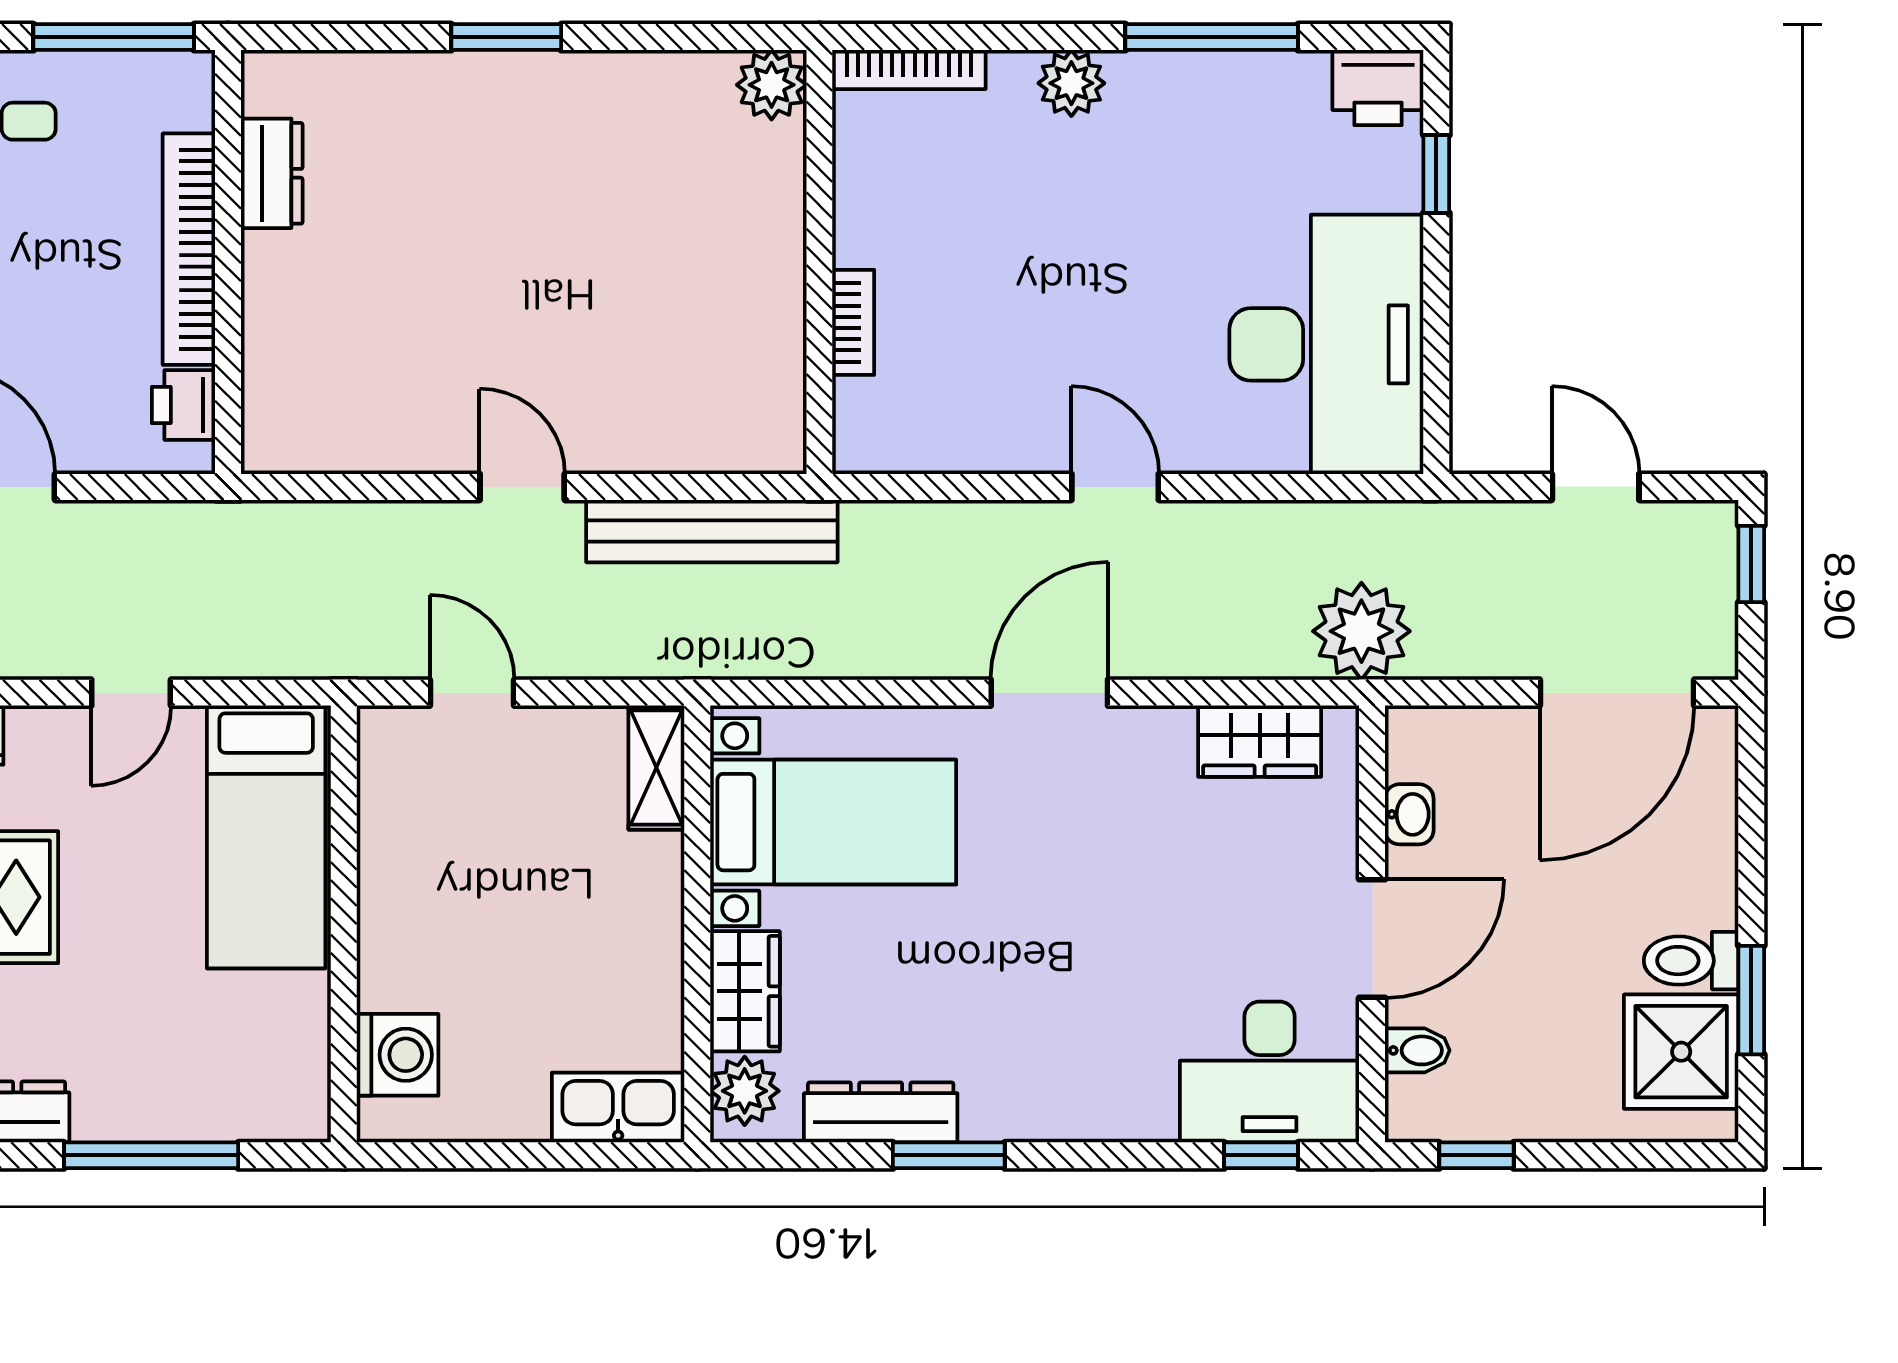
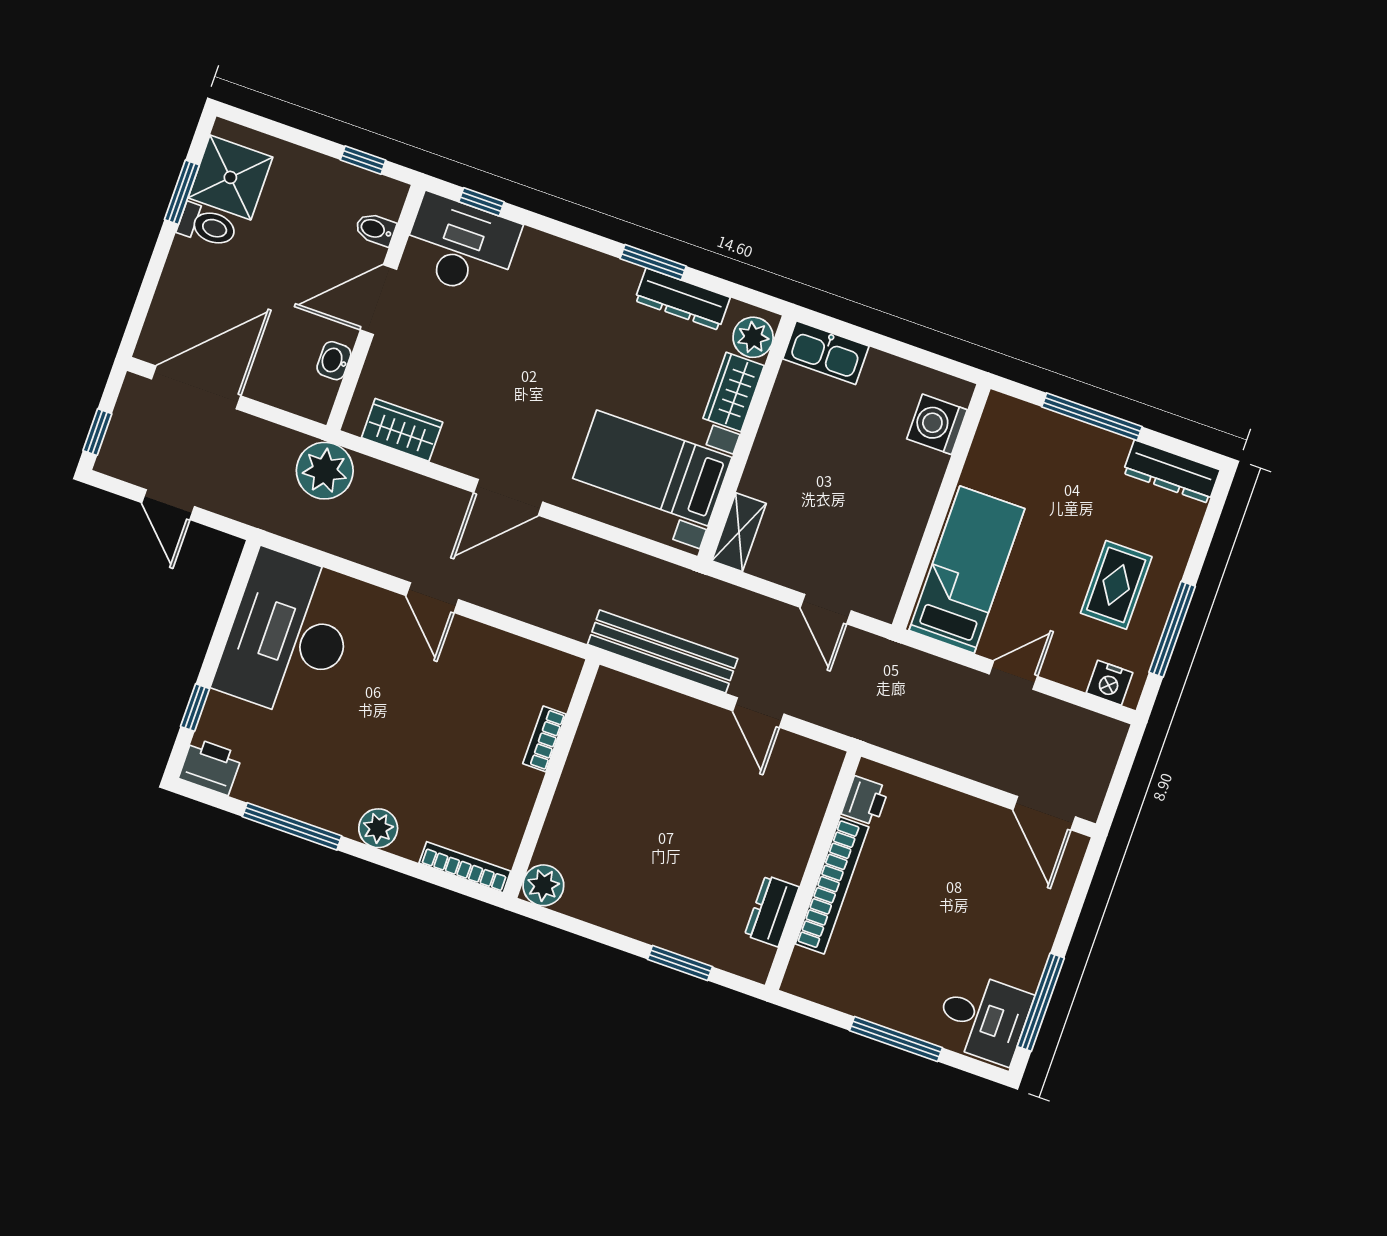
dresser: (272, 173) -> (772, 911), moved
bookcase: (189, 249) -> (832, 885), moved
wall: (228, 262) -> (813, 871), moved
printer: (184, 405) -> (865, 801), moved

